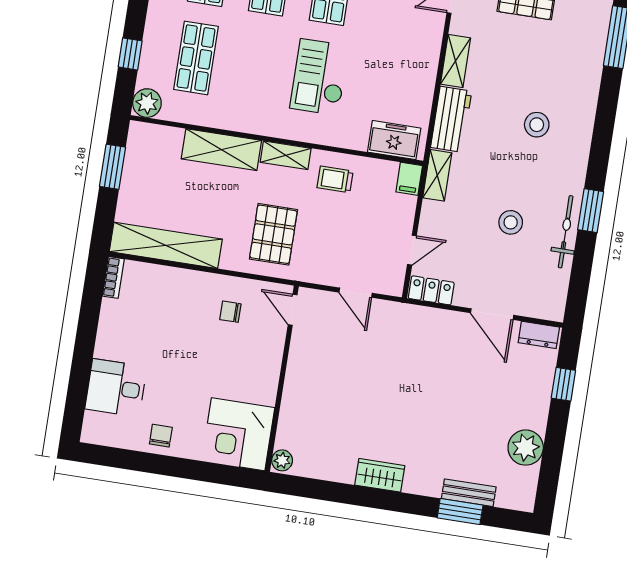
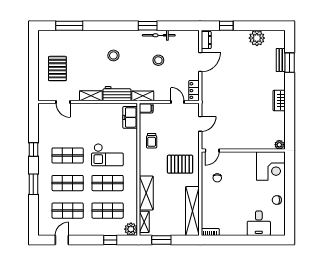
shop shelf: (257, 67) -> (108, 183), added
shelving: (286, 155) -> (144, 222), moved

